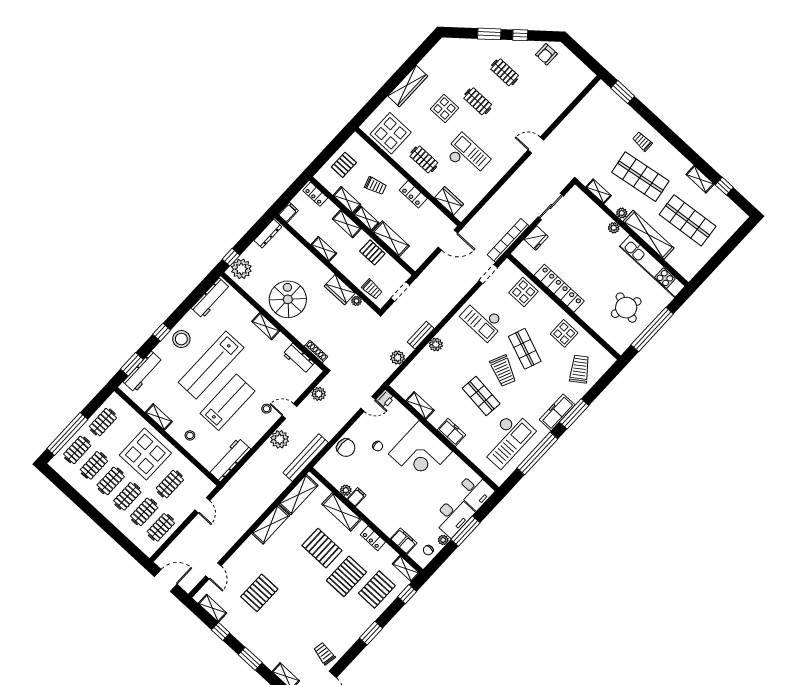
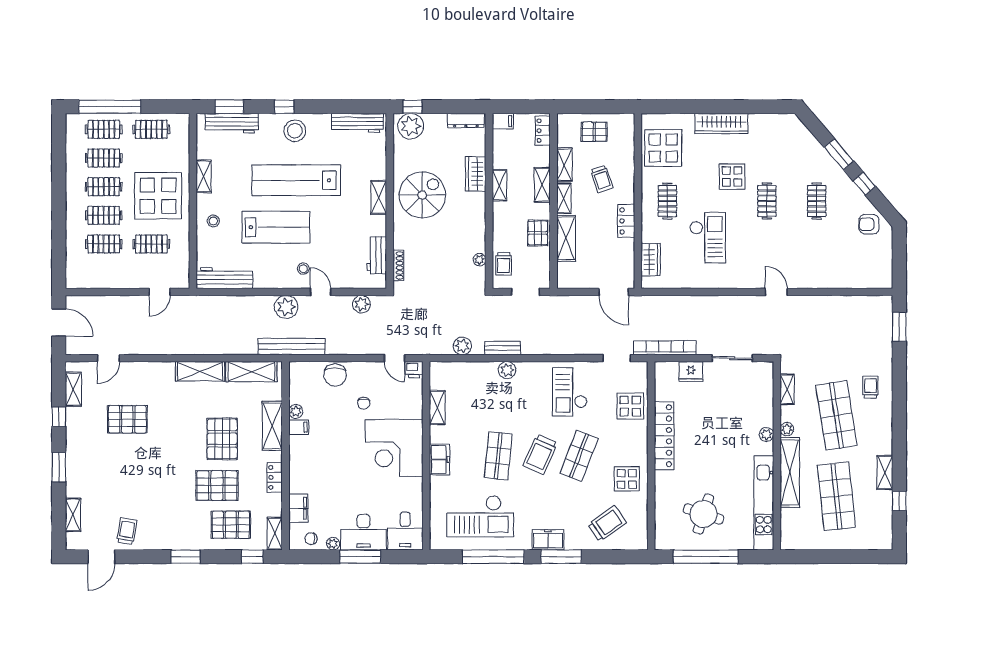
wardrobe: (340, 290) -> (476, 174), moved
freezer: (557, 412) -> (548, 540), width x0.71
clothes rail: (161, 527) -> (104, 273), removed

